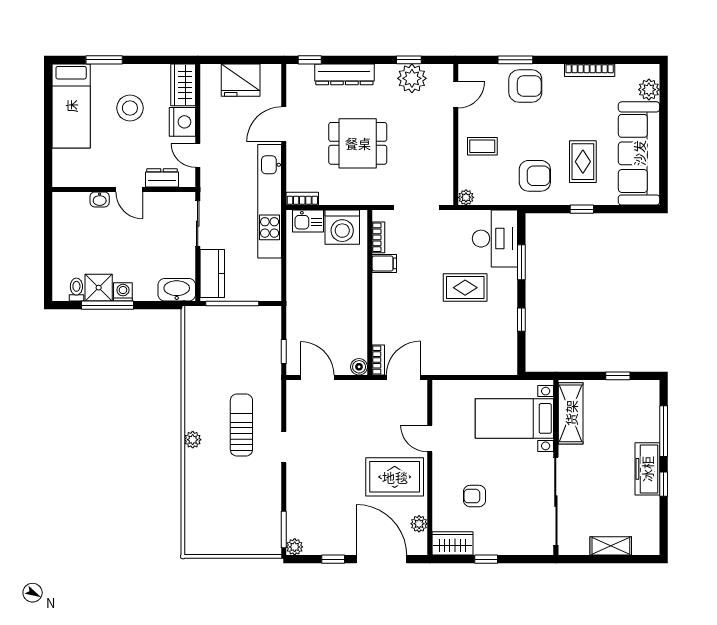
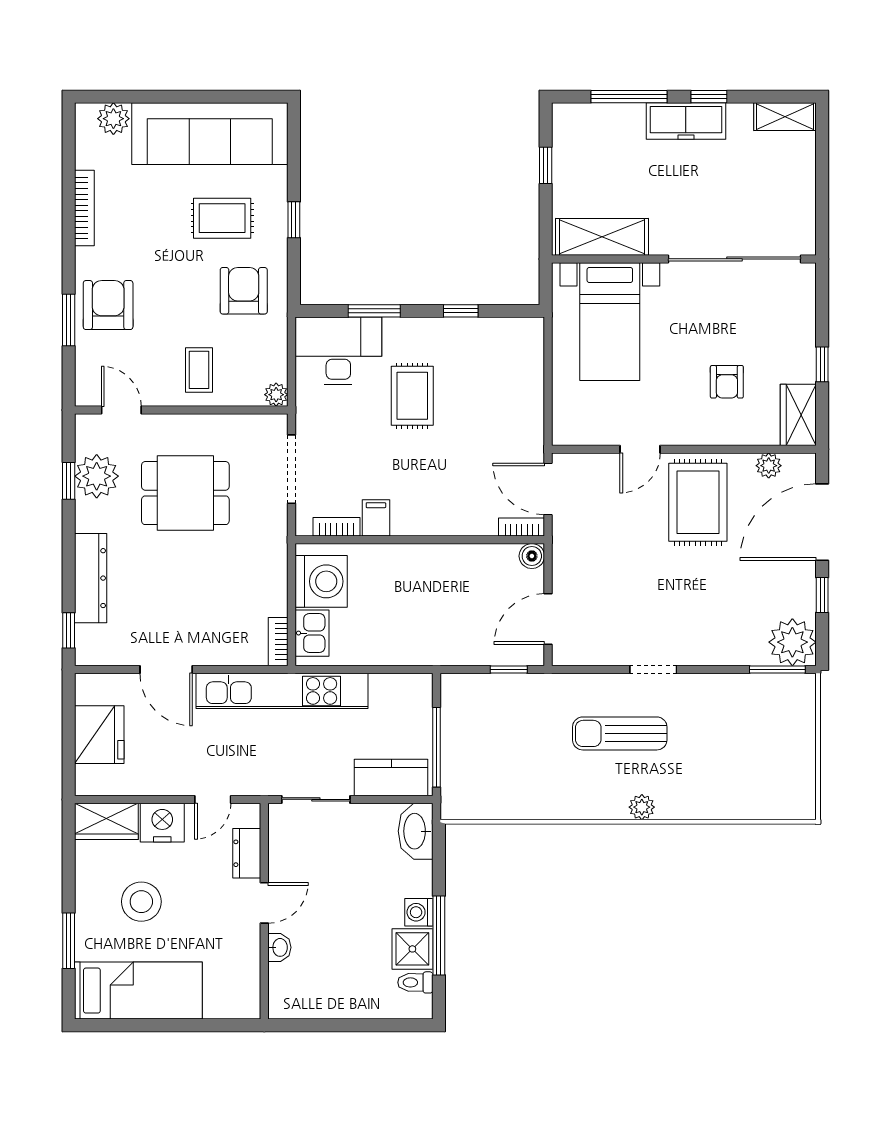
dining table: (358, 143) -> (185, 493), moved, turned 90
shelving: (611, 546) -> (785, 117), moved, turned 90
plant: (295, 547) -> (792, 642), width x1.88, depth x1.88

